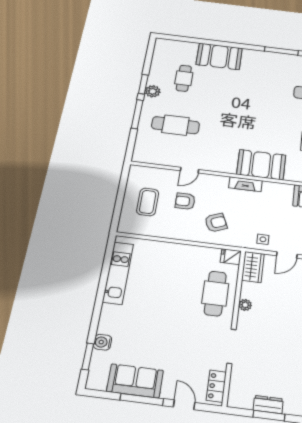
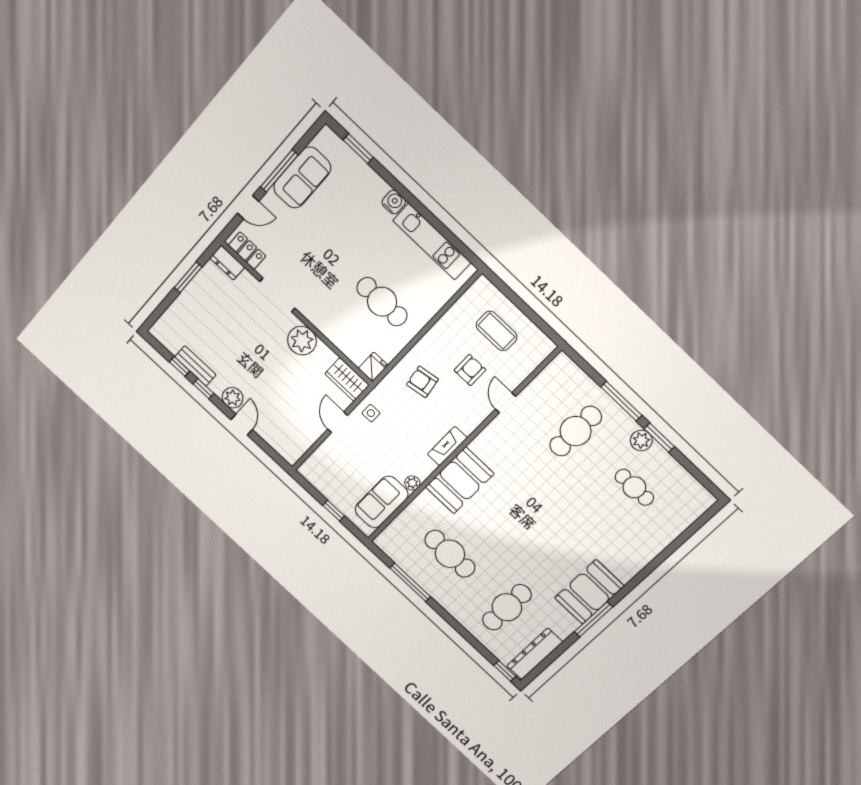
booth: (219, 56) -> (589, 592), moved
plant: (287, 189) -> (412, 483), added
armchair: (216, 223) -> (422, 382), turned 104
cafe table: (215, 293) -> (382, 302), moved
plant: (245, 305) -> (302, 341), width x1.88, depth x1.88
water cooler: (103, 342) -> (394, 202), moved
dresser: (268, 404) -> (227, 263), moved, turned 90

